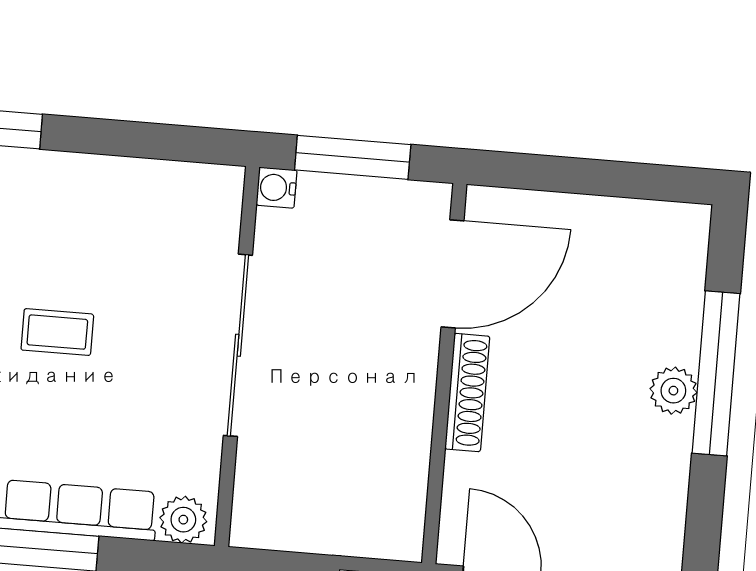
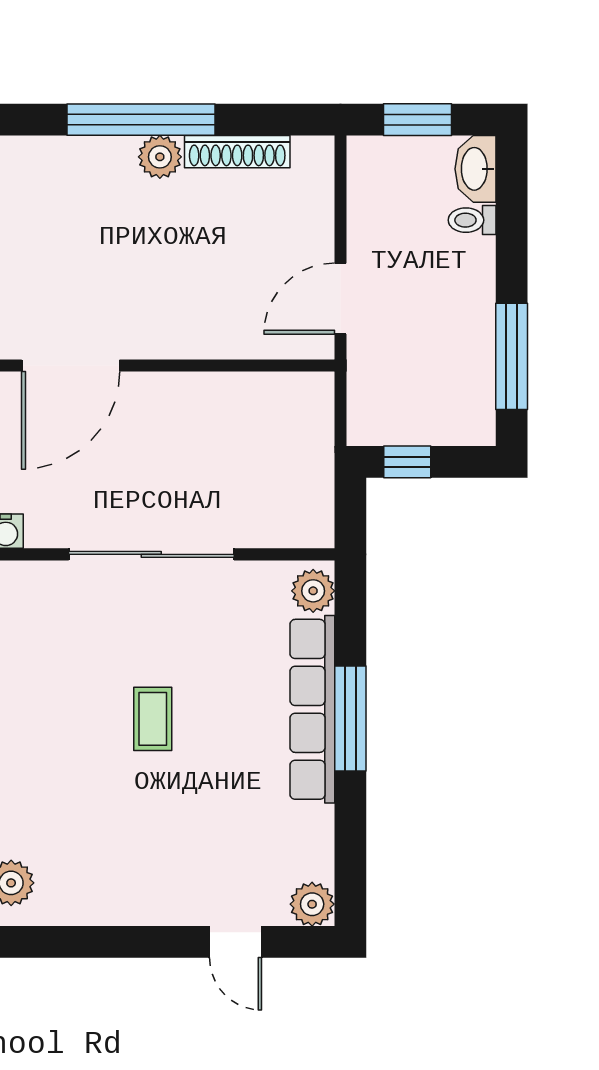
door: (452, 274) -> (71, 366), swing flipped
shoe rack: (467, 393) -> (237, 152), moved, turned 180

